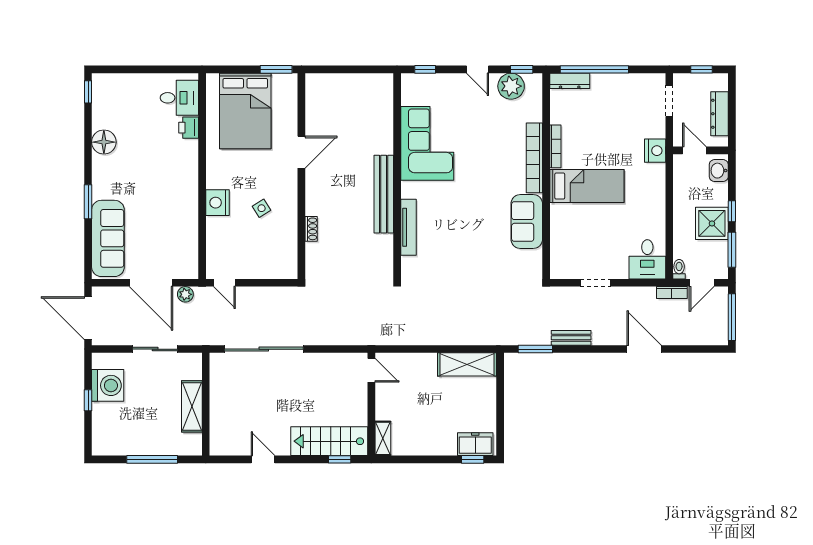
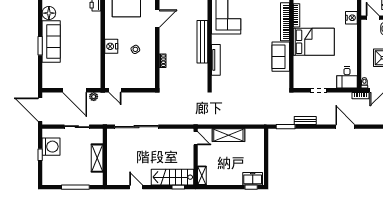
bed: (587, 186) -> (314, 42), width x1.50
sofa: (108, 238) -> (51, 41), moved
shelving: (467, 364) -> (228, 135), moved

